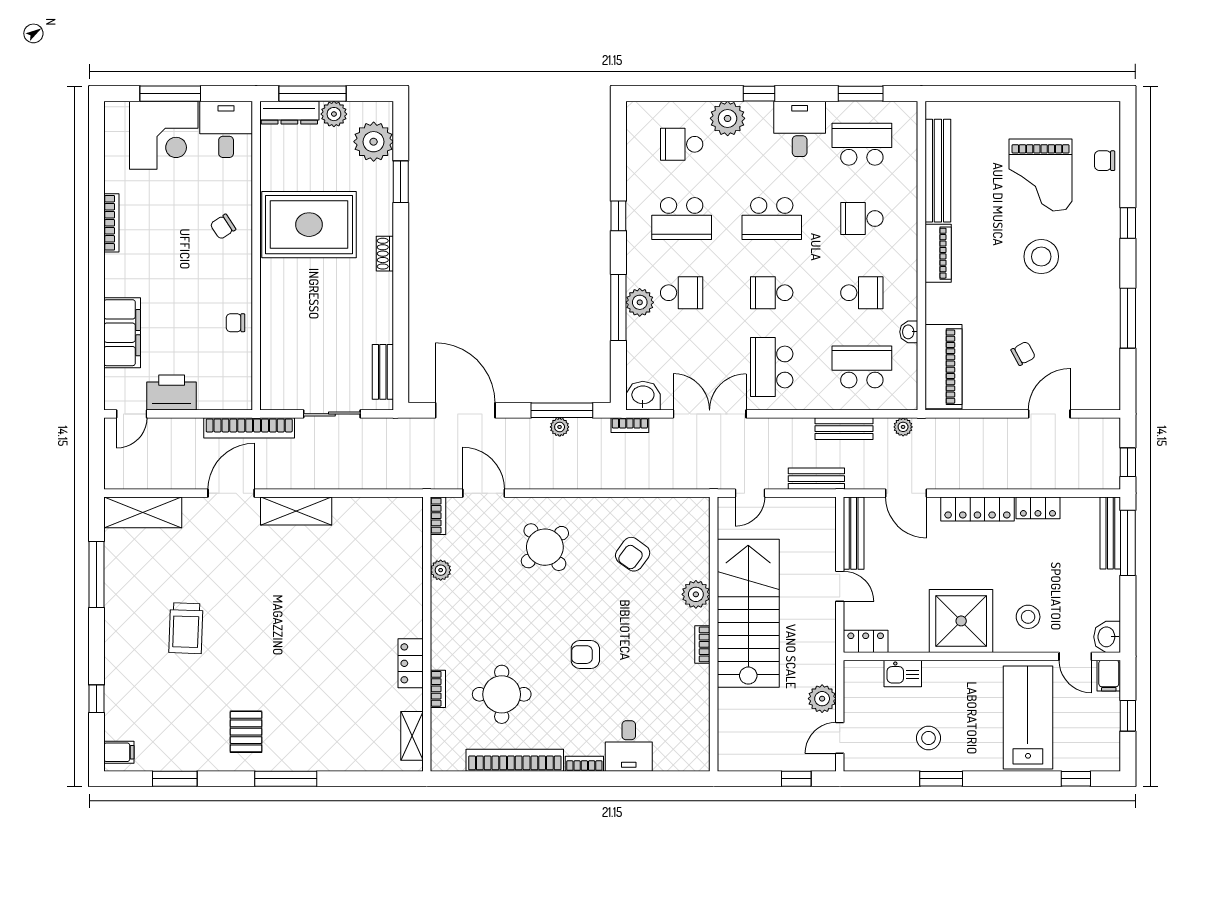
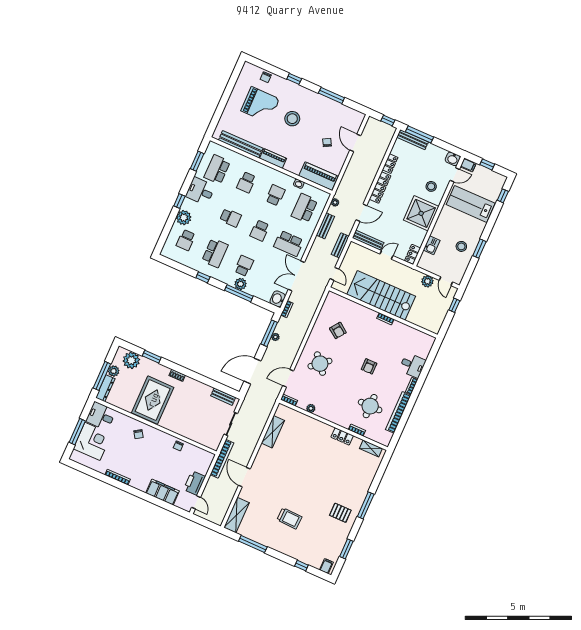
school desk: (772, 219) -> (231, 218), width x0.54
shelving: (296, 511) -> (273, 432), moved
plant: (696, 594) -> (365, 313), removed

